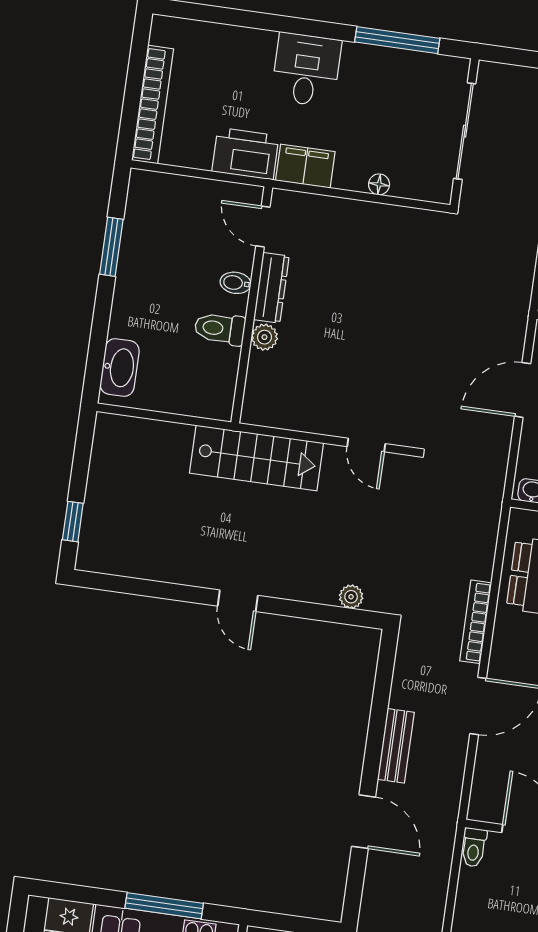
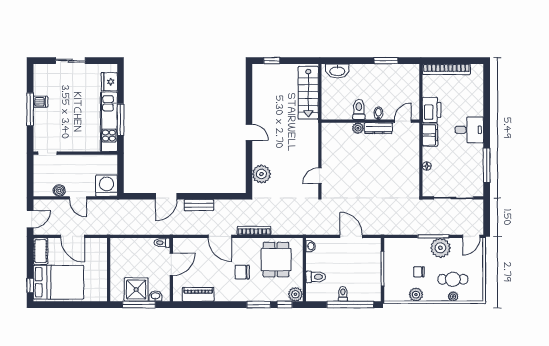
stairs: (256, 458) -> (308, 93), moved
plant: (351, 597) -> (261, 174), width x1.88, depth x1.88
door: (238, 601) -> (249, 132), swing flipped

